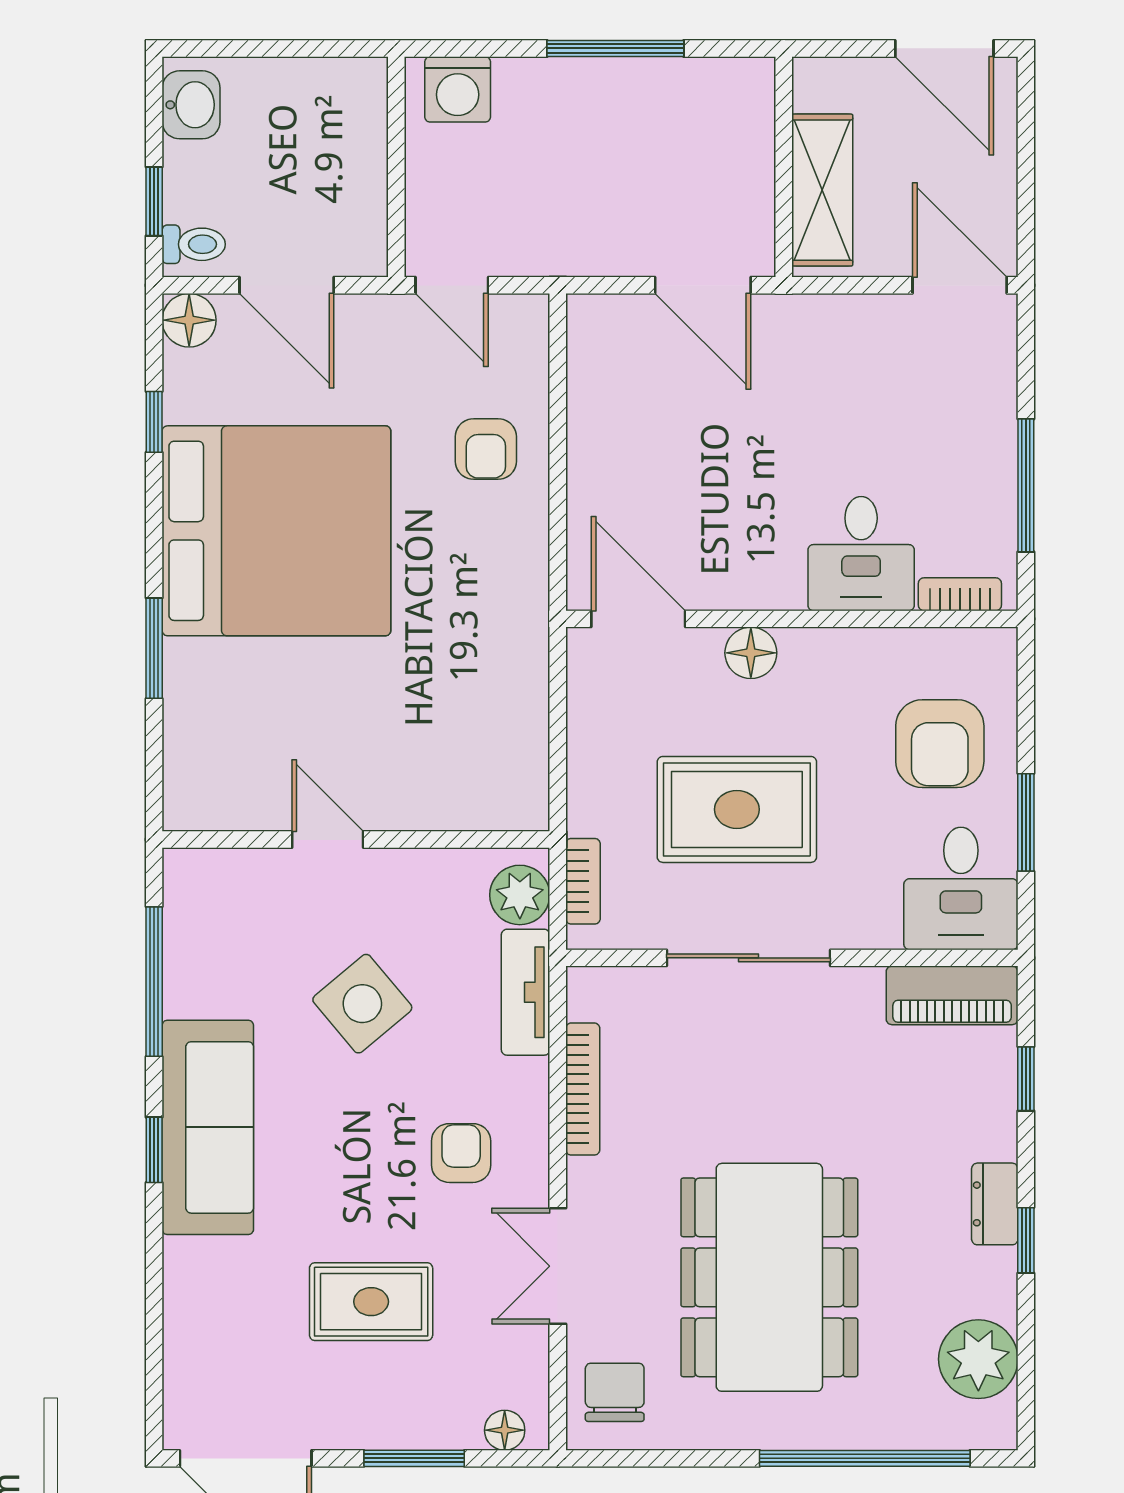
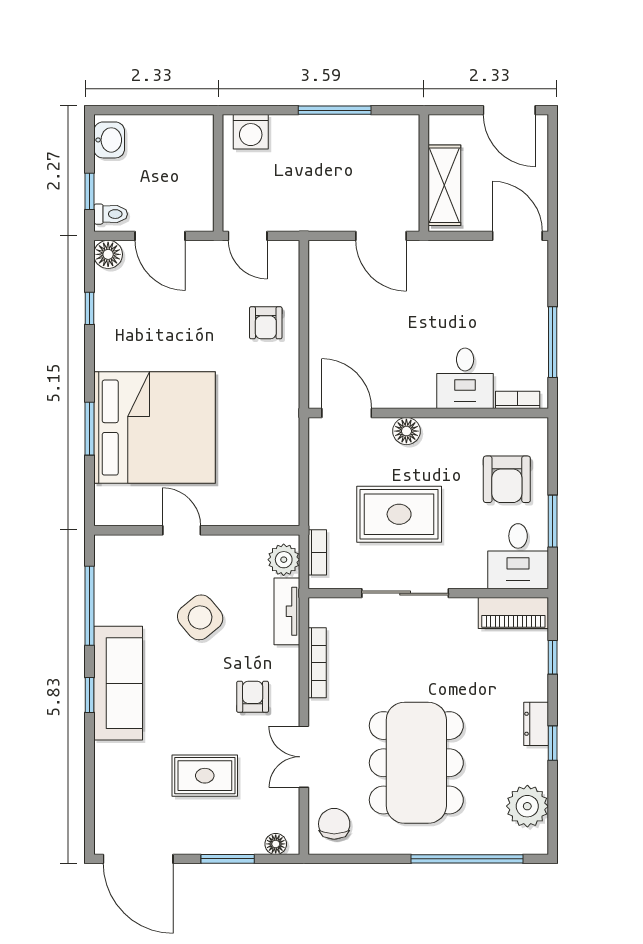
bed: (276, 531) -> (154, 428), moved

